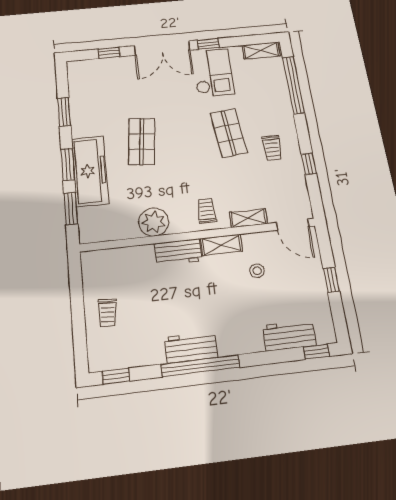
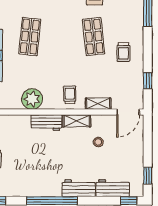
window: (309, 164) -> (148, 81), moved
door: (293, 225) -> (128, 112), hinge flipped
window: (331, 280) -> (148, 176), moved
workbench: (191, 347) -> (79, 188), moved

